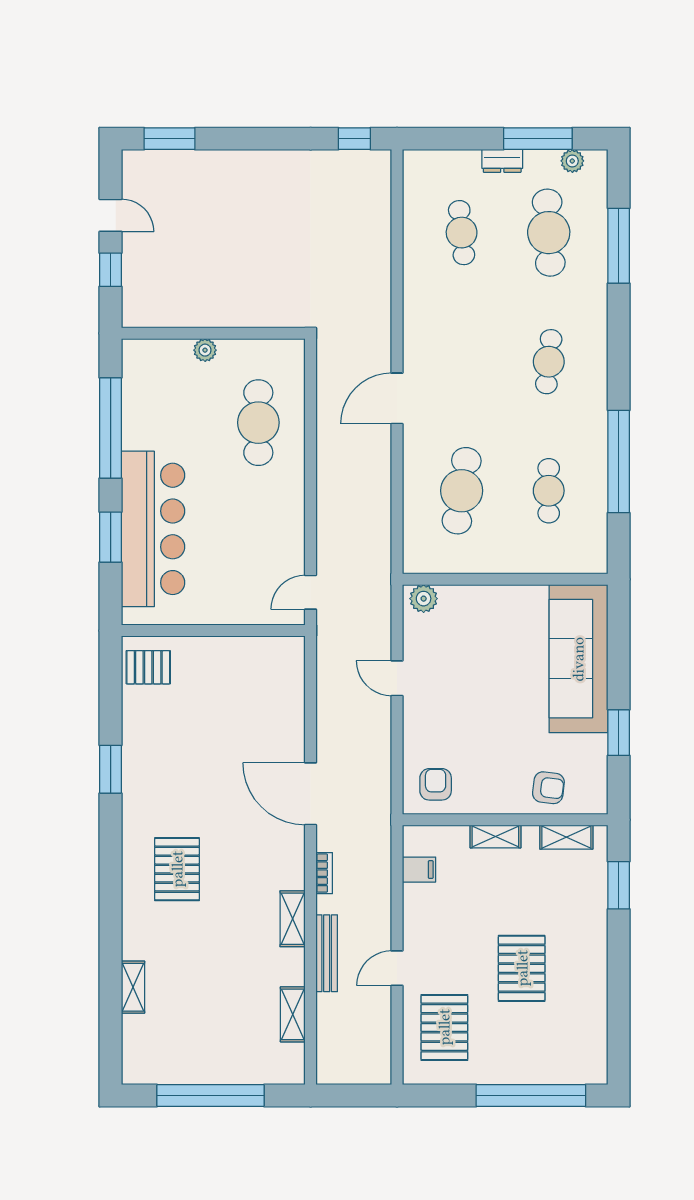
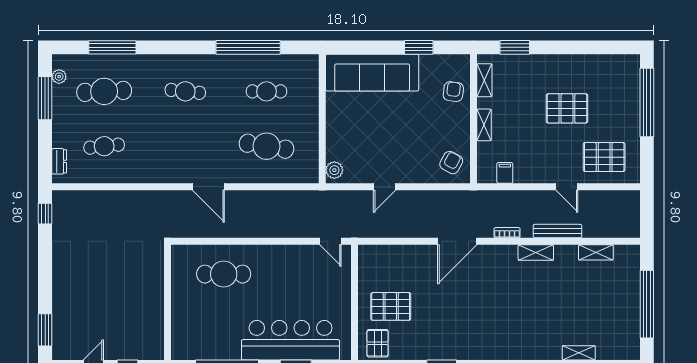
dresser: (502, 161) -> (59, 161), moved
plant: (205, 350) -> (178, 308), removed
armchair: (436, 784) -> (451, 163), turned 118
pallet: (177, 869) -> (391, 306), moved

